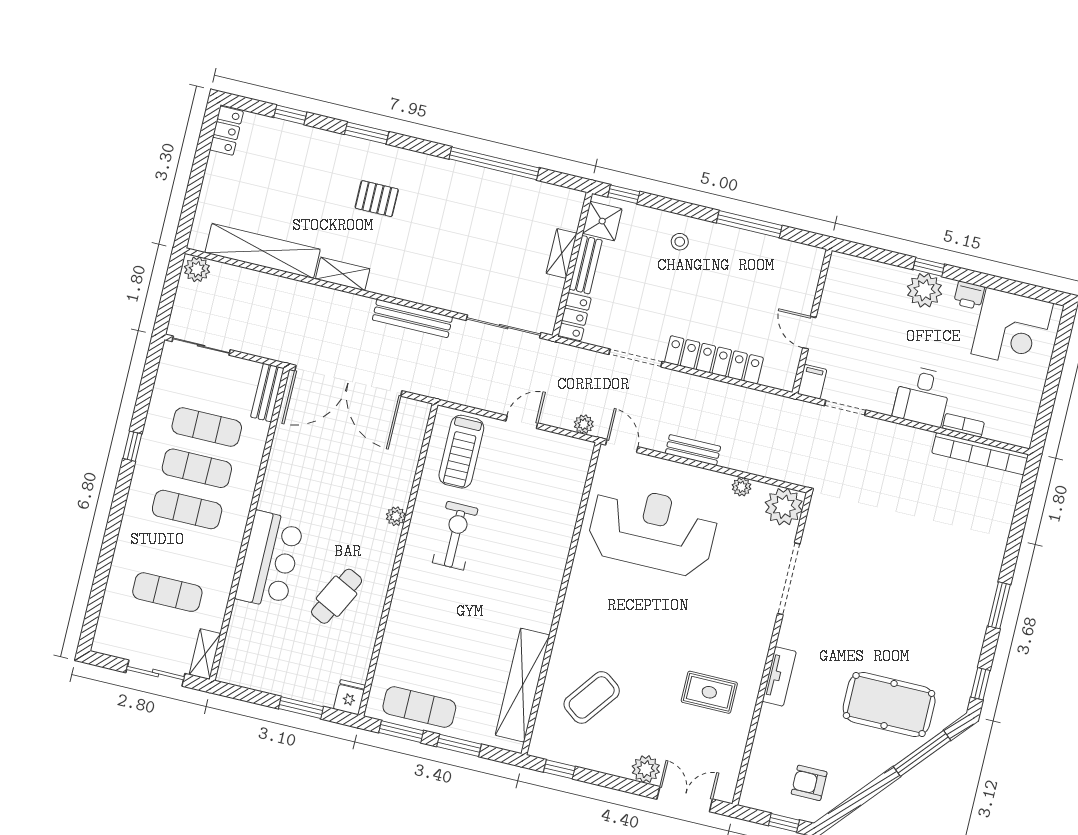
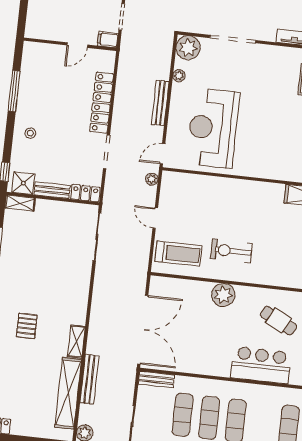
shelving: (562, 253) -> (20, 203), moved
bench: (412, 318) -> (89, 379), moved
bench: (693, 450) -> (160, 103), width x1.36
plant: (396, 516) -> (223, 295), width x1.88, depth x1.88

